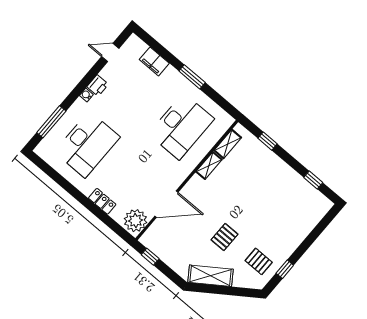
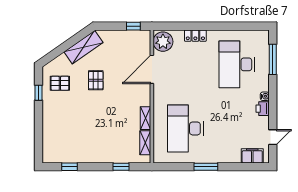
filing cabinet: (154, 61) -> (252, 156), moved

